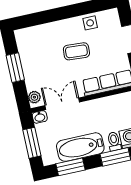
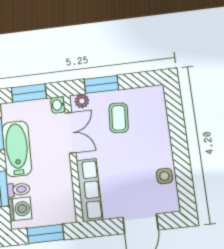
coffee table: (76, 51) -> (119, 118), moved
window: (15, 68) -> (101, 84), moved

